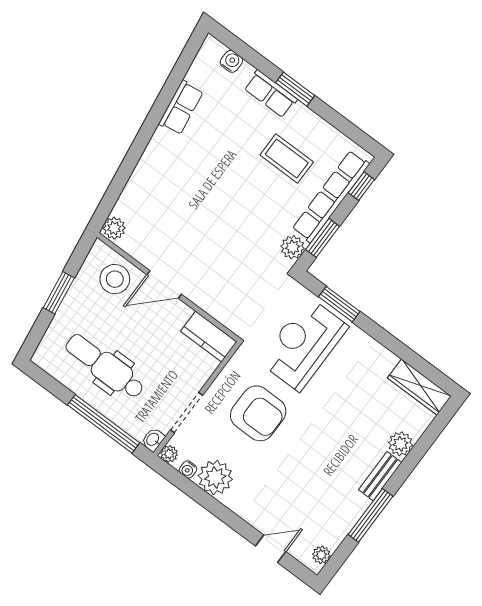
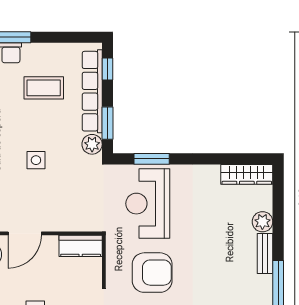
side table: (227, 222) -> (36, 160), added

